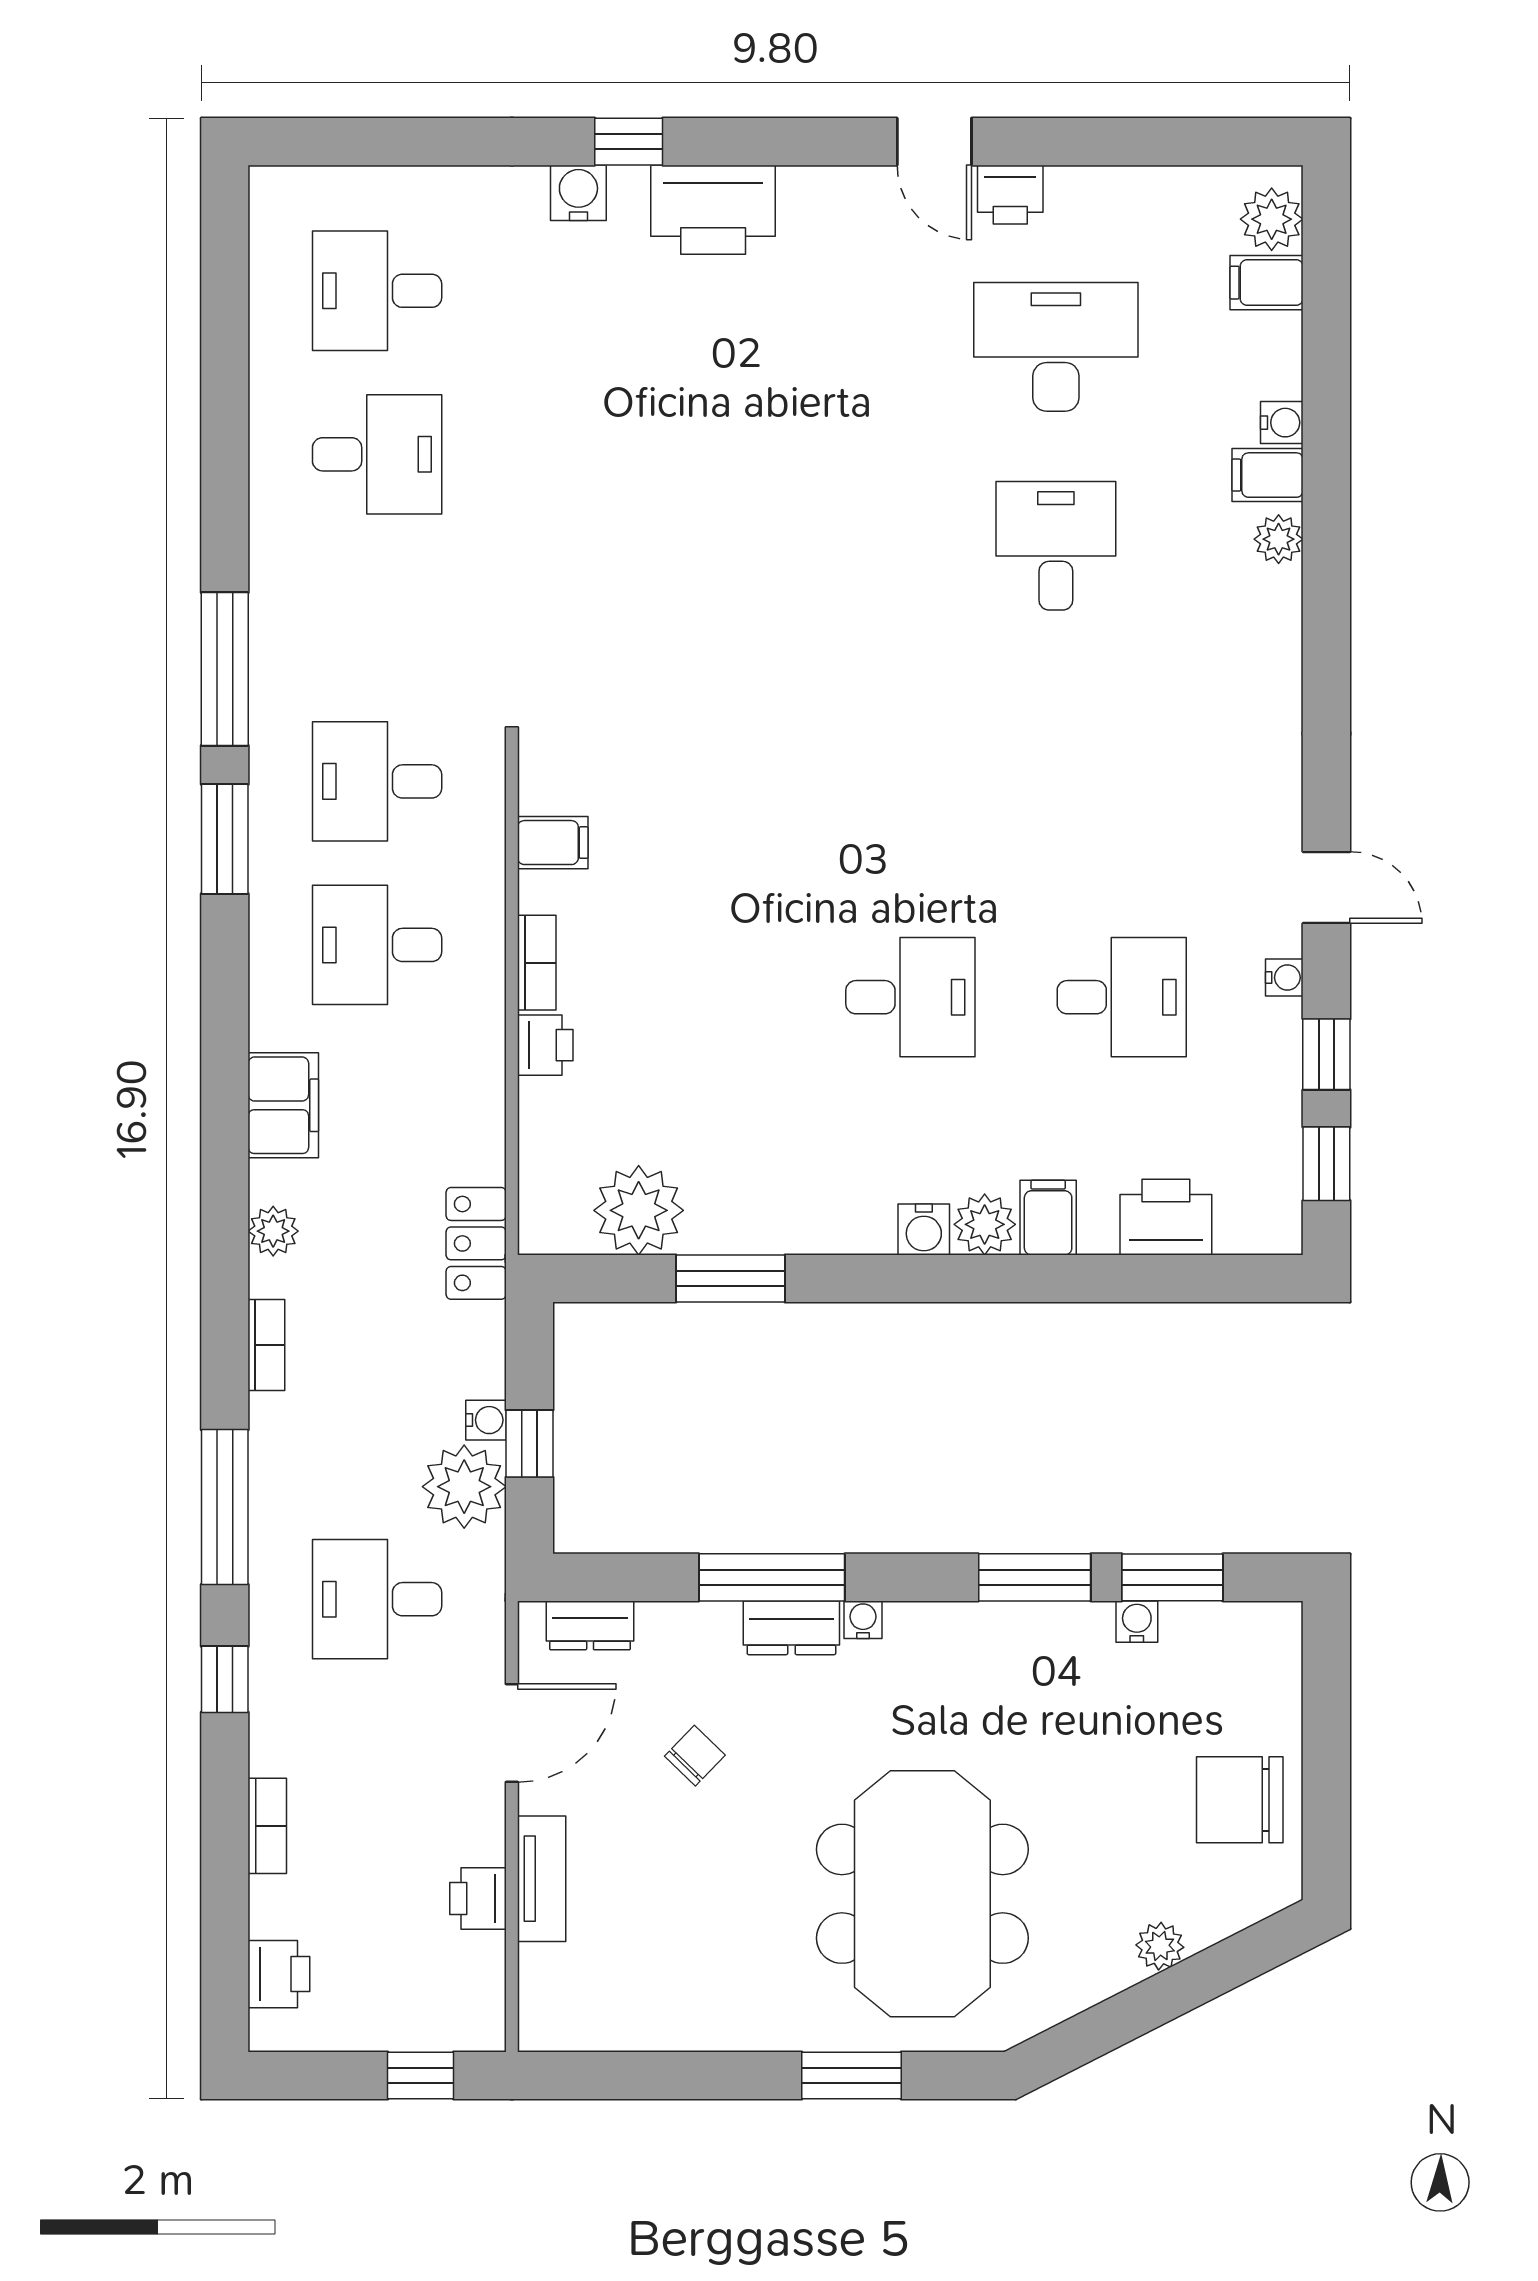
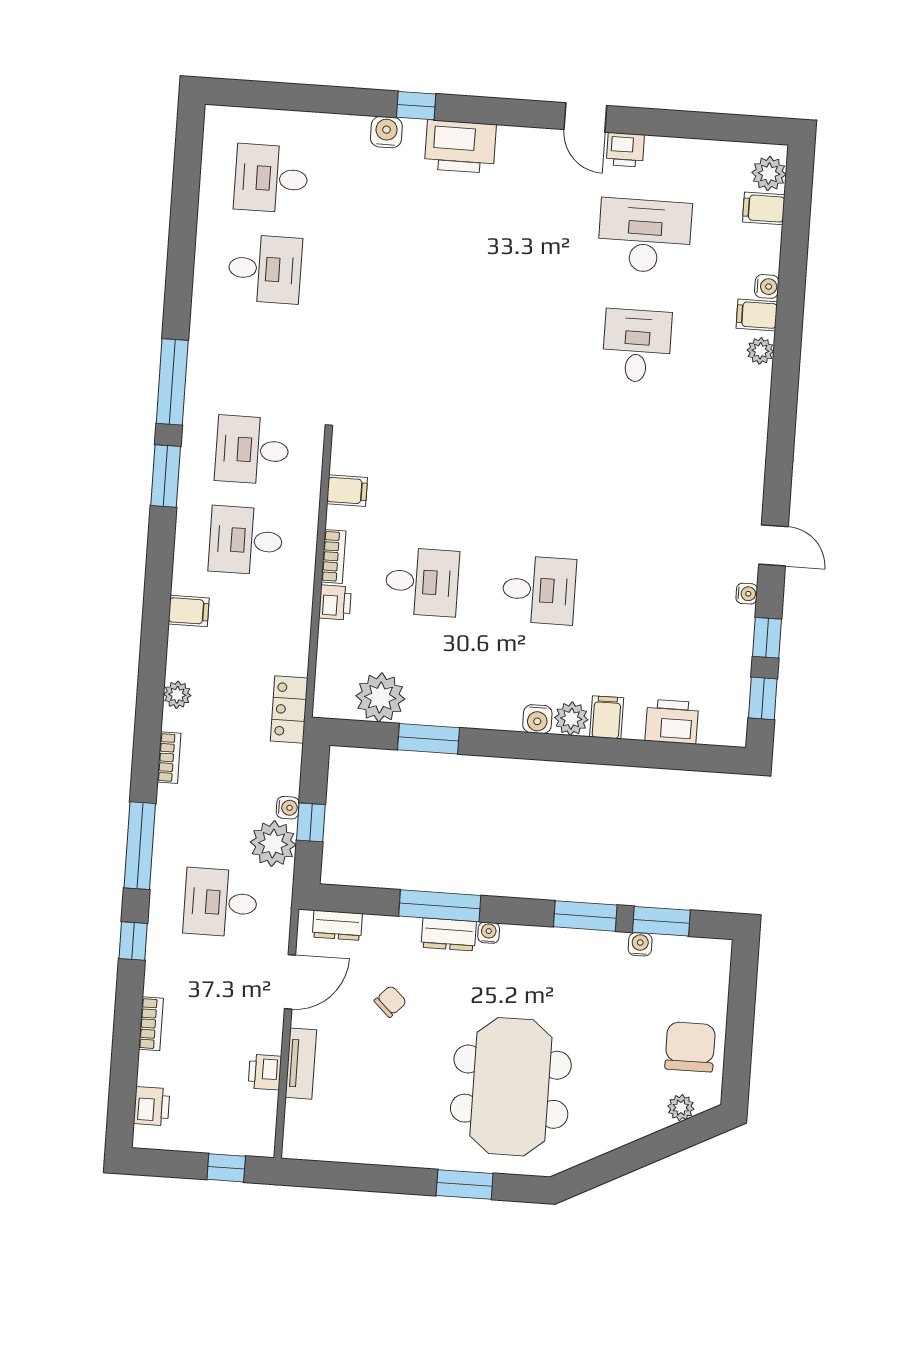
desk: (1122, 997) -> (422, 582), moved
filing cabinet: (283, 1105) -> (189, 611), width x0.50
chair: (1240, 1800) -> (690, 1047), turned 90
plant: (1160, 1946) -> (681, 1108), moved

